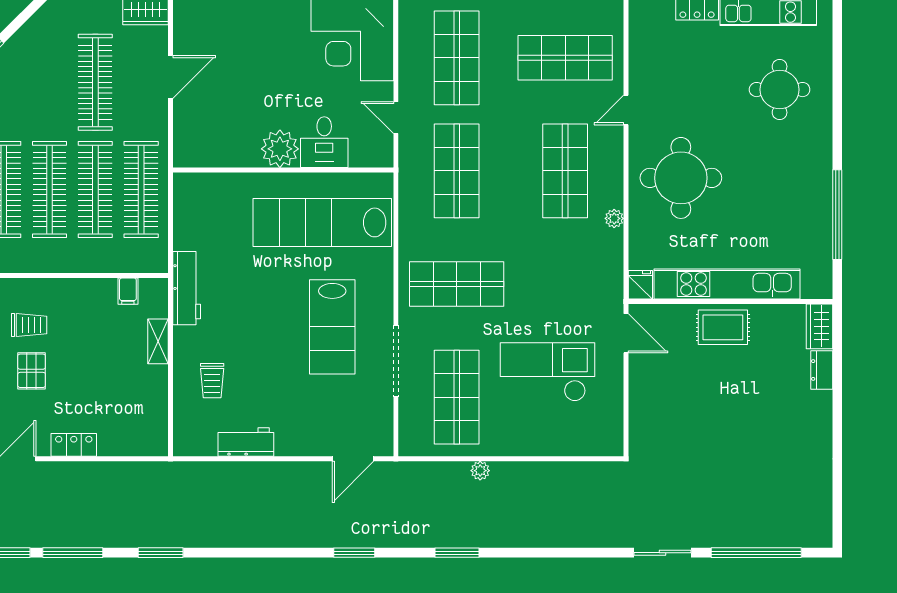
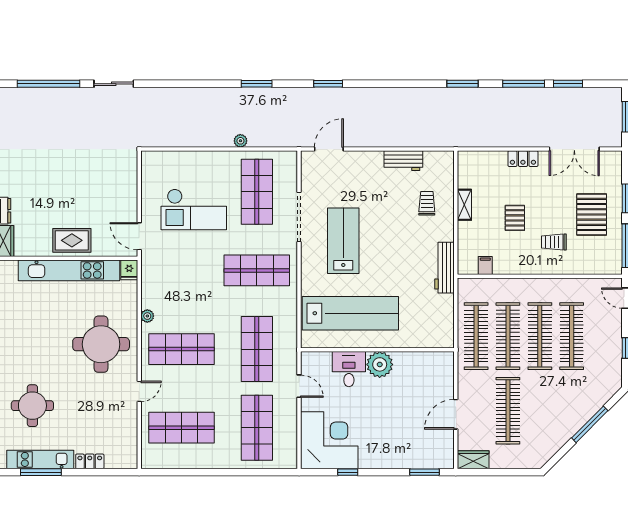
shop shelf: (565, 171) -> (181, 349), turned 90
shelving: (158, 341) -> (464, 205), moved
pallet: (32, 371) -> (515, 218), moved

